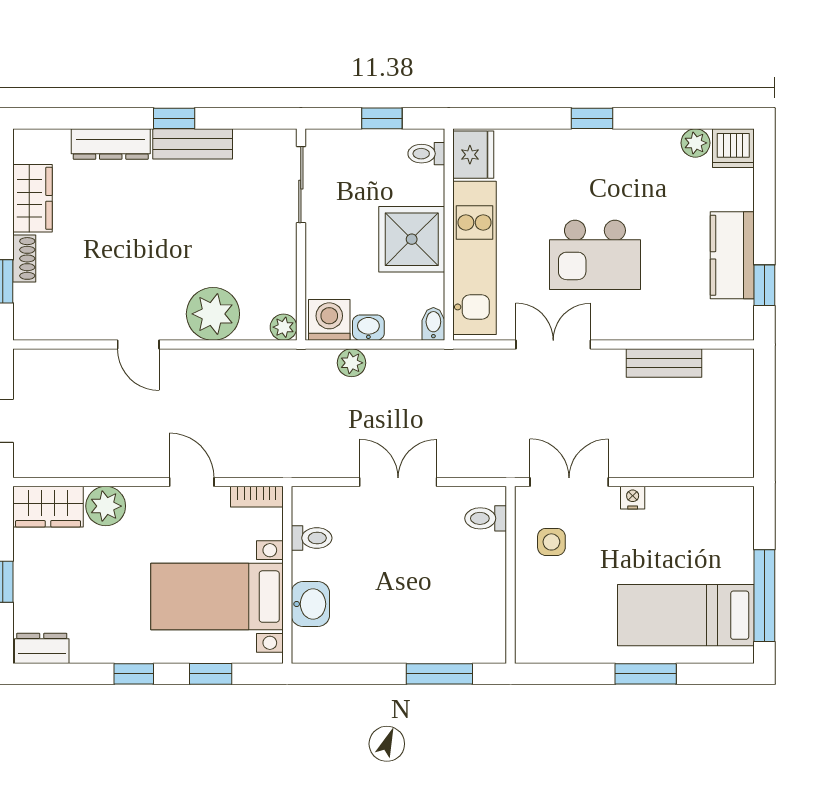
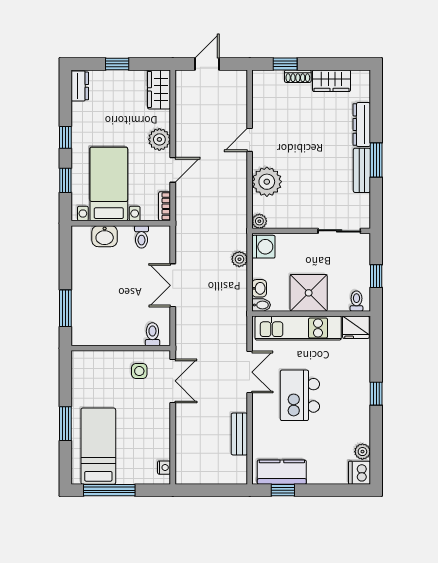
window: (174, 118) -> (376, 160), width x1.50
kitchen counter: (732, 255) -> (282, 472), moved
washbasin: (368, 328) -> (259, 288), moved
double door: (398, 482) -> (173, 285), swing flipped
nightstand: (633, 498) -> (164, 468), moved
plant: (106, 506) -> (159, 139), moved

